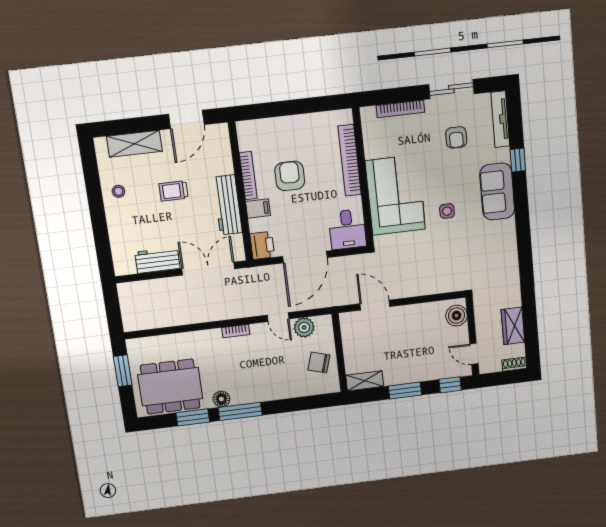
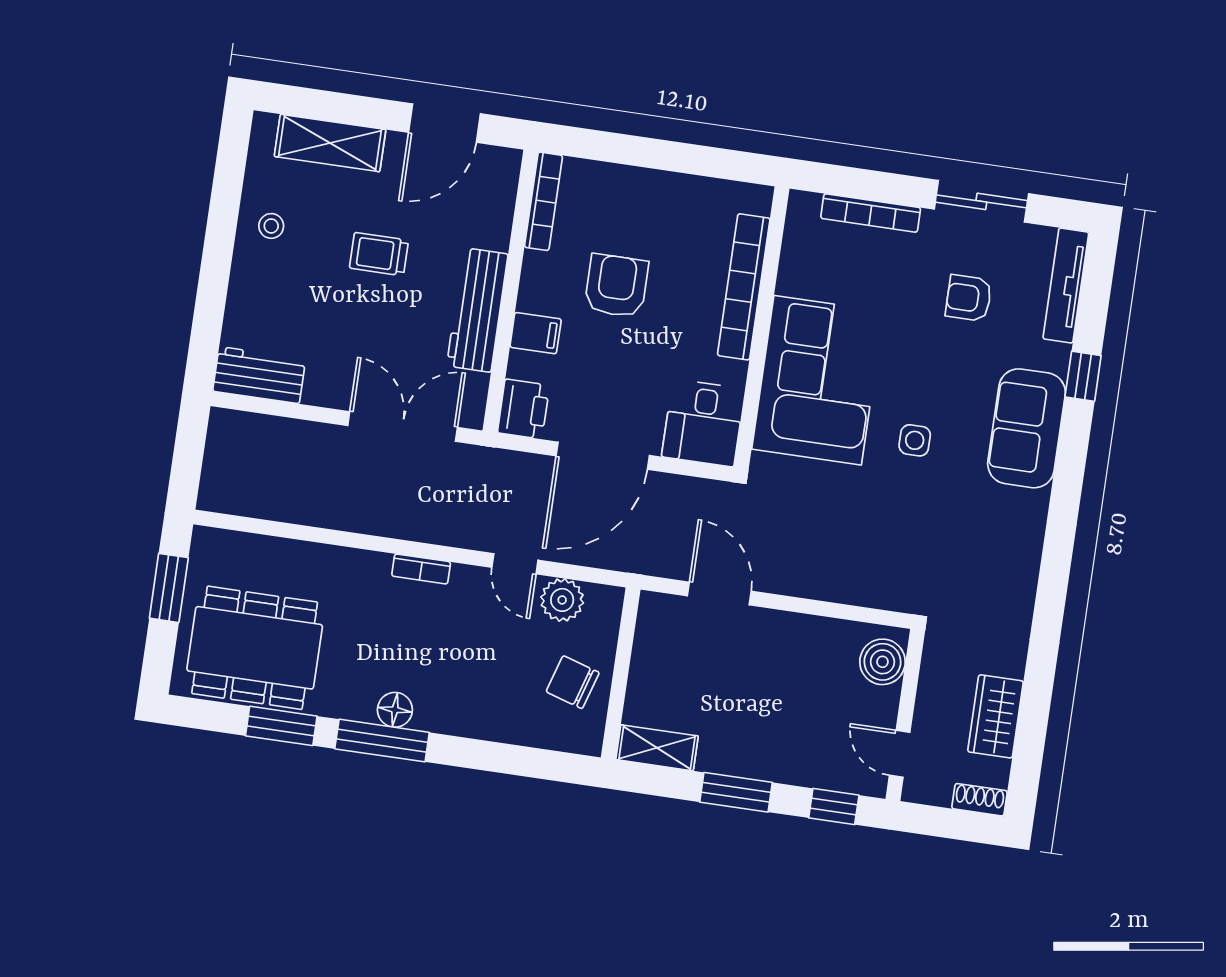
armchair: (456, 137) -> (969, 298), turned 90
bookcase: (248, 176) -> (543, 201), moved
workbench: (157, 260) -> (259, 375), moved
floor lamp: (221, 399) -> (395, 710), moved

